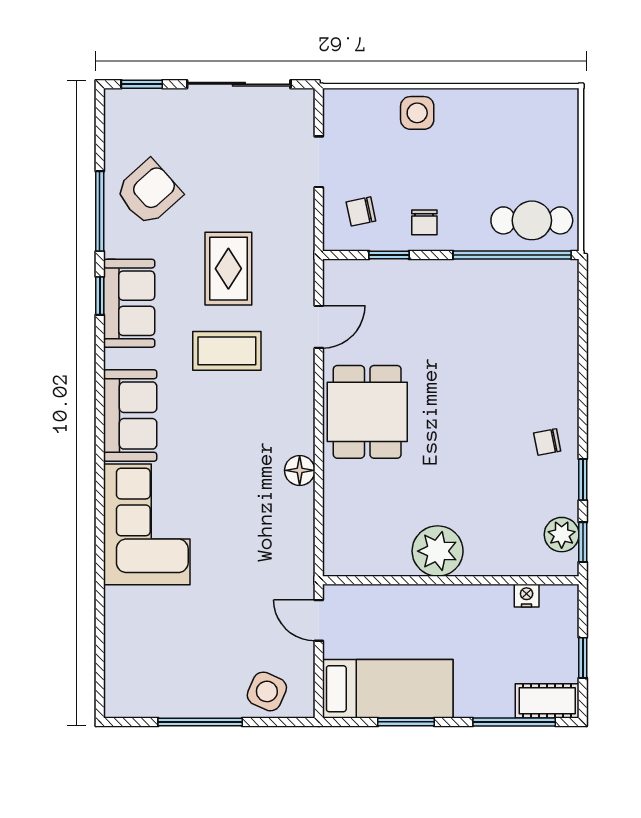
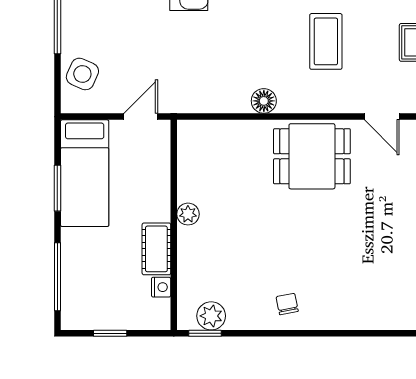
coffee table: (227, 351) -> (326, 41), moved
window: (583, 480) -> (256, 333), removed
plant: (438, 551) -> (188, 214), width x0.53, depth x0.53
cot: (547, 701) -> (156, 249), moved

